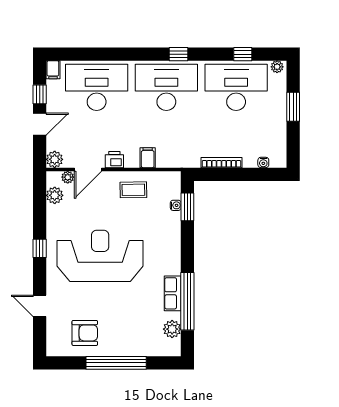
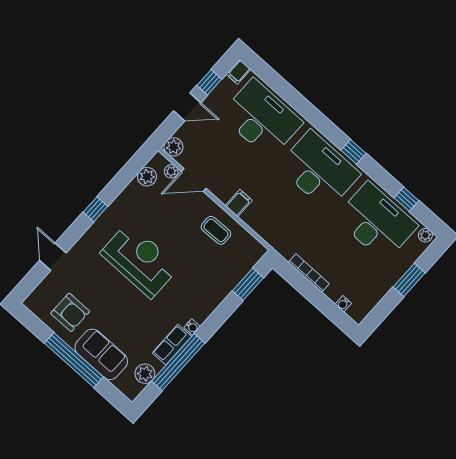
filing cabinet: (148, 158) -> (239, 203), moved
printer: (114, 160) -> (223, 191), removed
water cooler: (176, 205) -> (192, 327), moved
reception desk: (100, 256) -> (140, 260), width x0.74, depth x0.77
sofa: (131, 342) -> (101, 354), added

